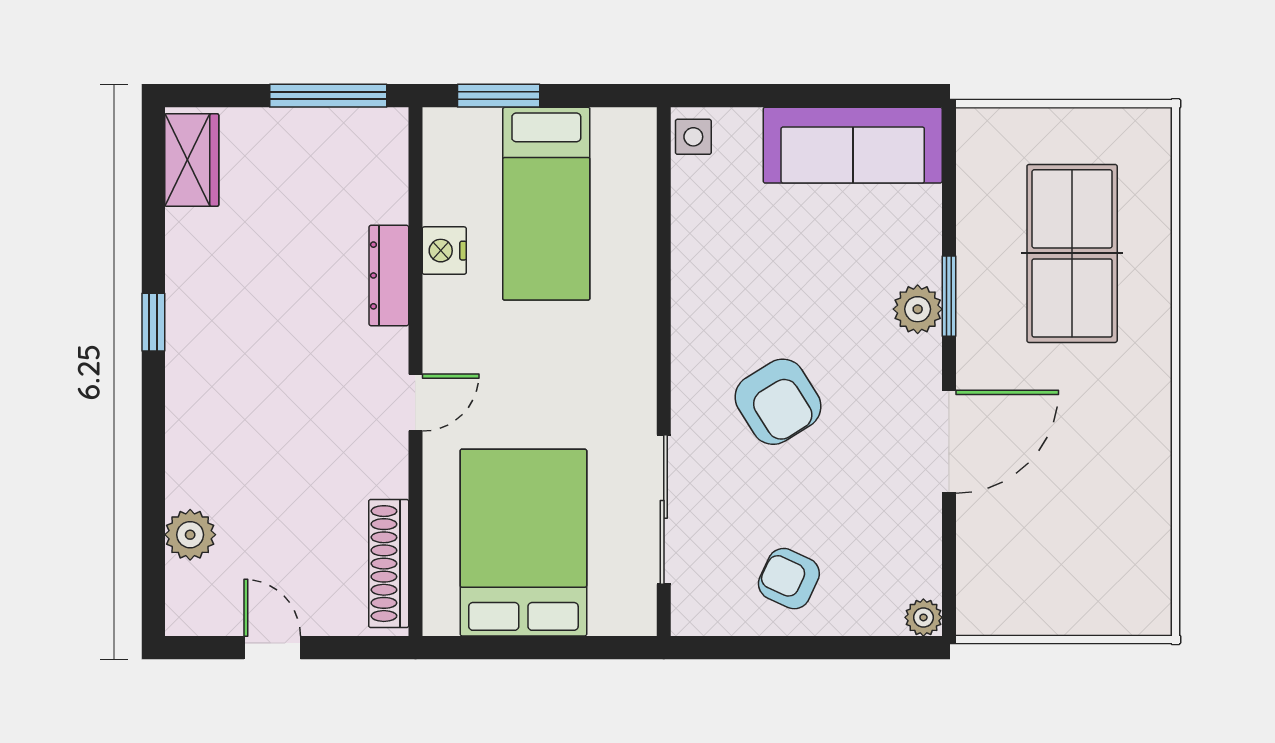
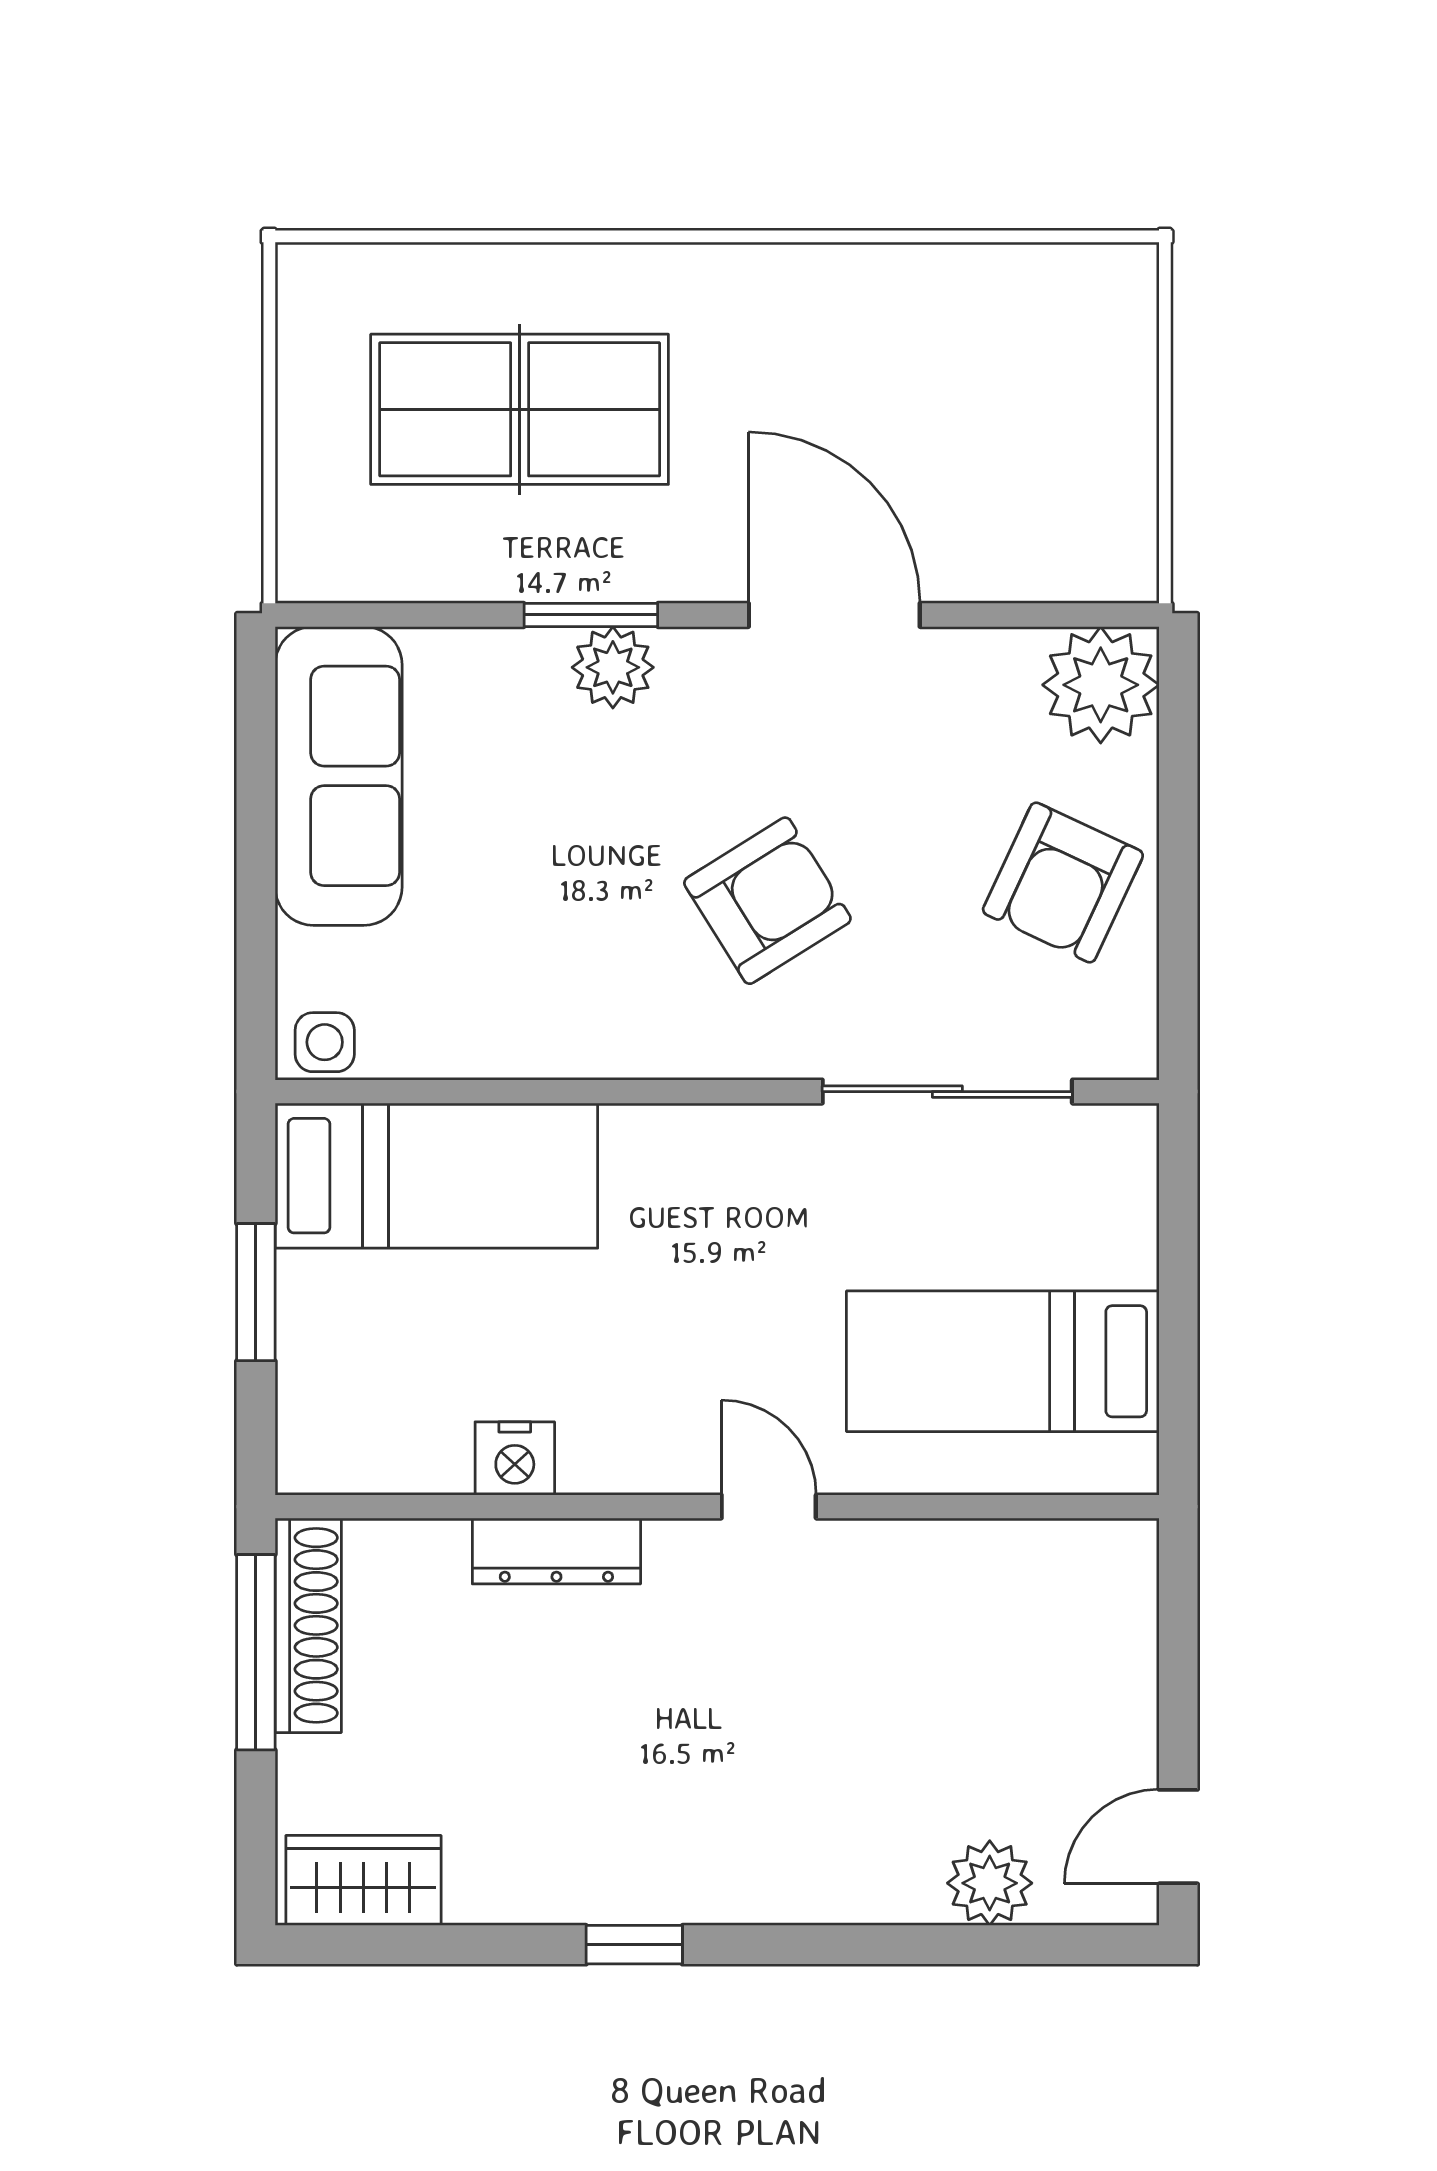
window: (499, 96) -> (256, 1292), moved
bed: (546, 204) -> (436, 1176), moved
bed: (523, 543) -> (1003, 1361), width x0.67
shoe rack: (389, 564) -> (308, 1625), moved, turned -90
armchair: (789, 579) -> (1063, 883), width x1.38, depth x1.38
plant: (923, 617) -> (1101, 685), width x1.87, depth x1.87
door: (272, 648) -> (1178, 1837), moved

